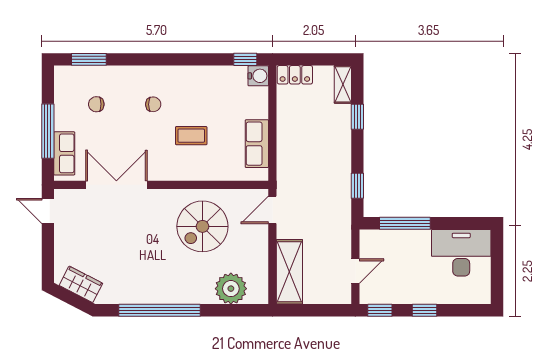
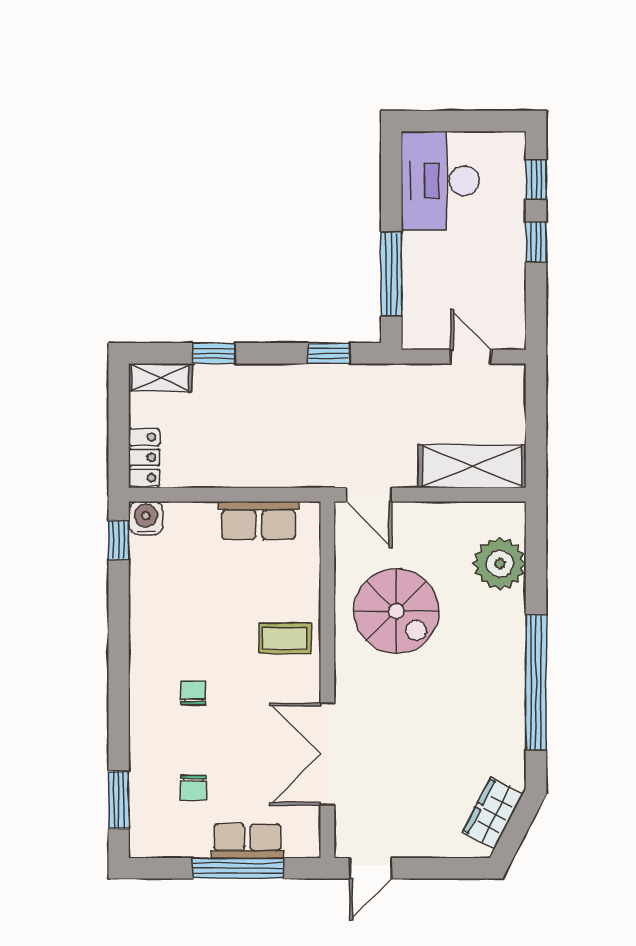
coffee table: (191, 136) -> (285, 638), moved, turned 90
row of seats: (64, 153) -> (247, 841), moved
window: (380, 310) -> (536, 180), moved

